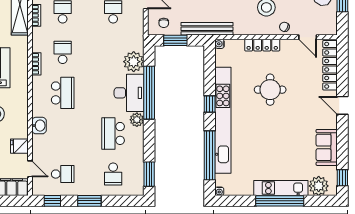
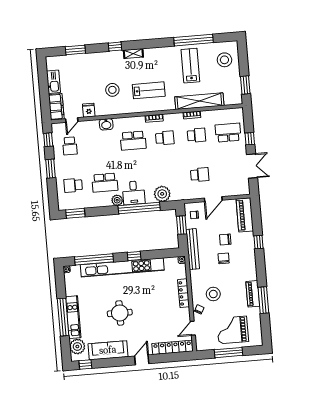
round table: (270, 90) -> (120, 313), moved
desk: (129, 93) -> (134, 193), width x0.73
school desk: (113, 133) -> (105, 183), turned 180
sofa: (327, 147) -> (108, 350), width x1.36

